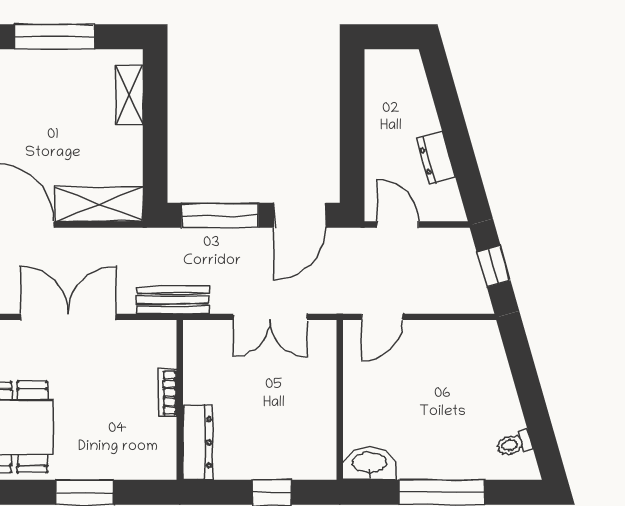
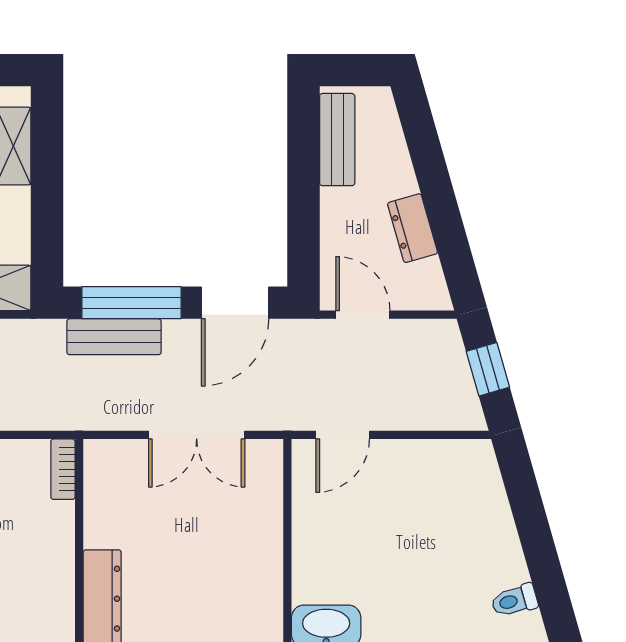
bench: (378, 90) -> (337, 140), added
bench: (173, 300) -> (114, 337), moved
bookcase: (167, 393) -> (63, 469), moved

